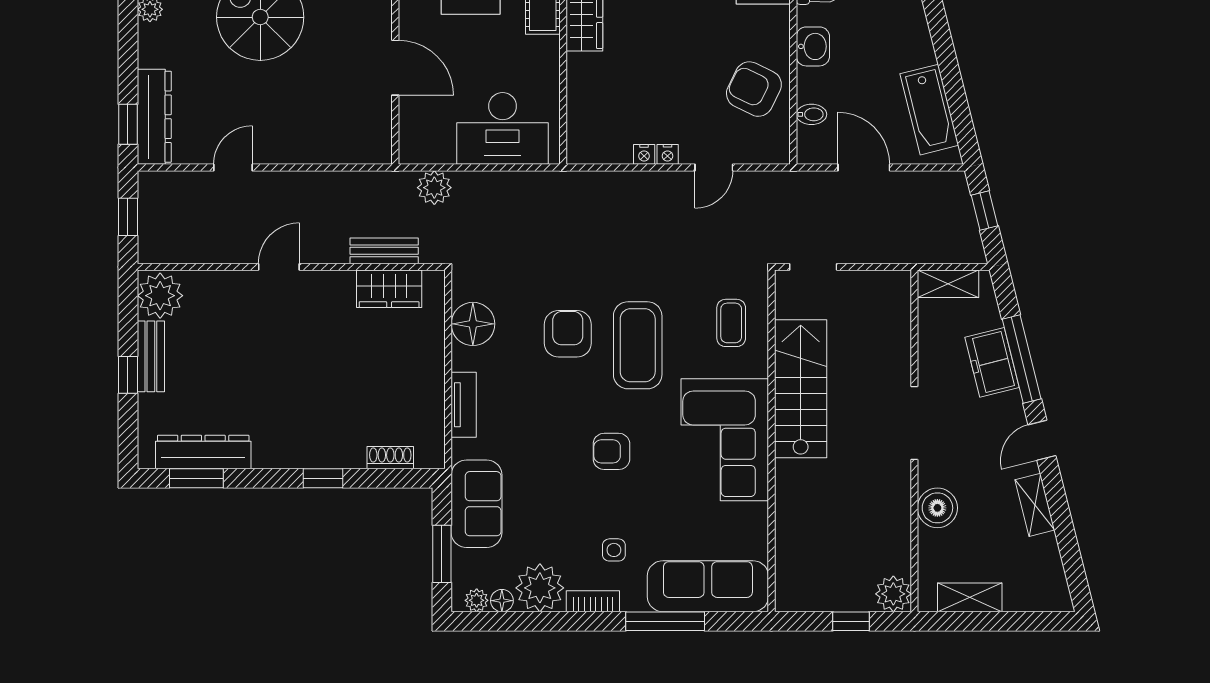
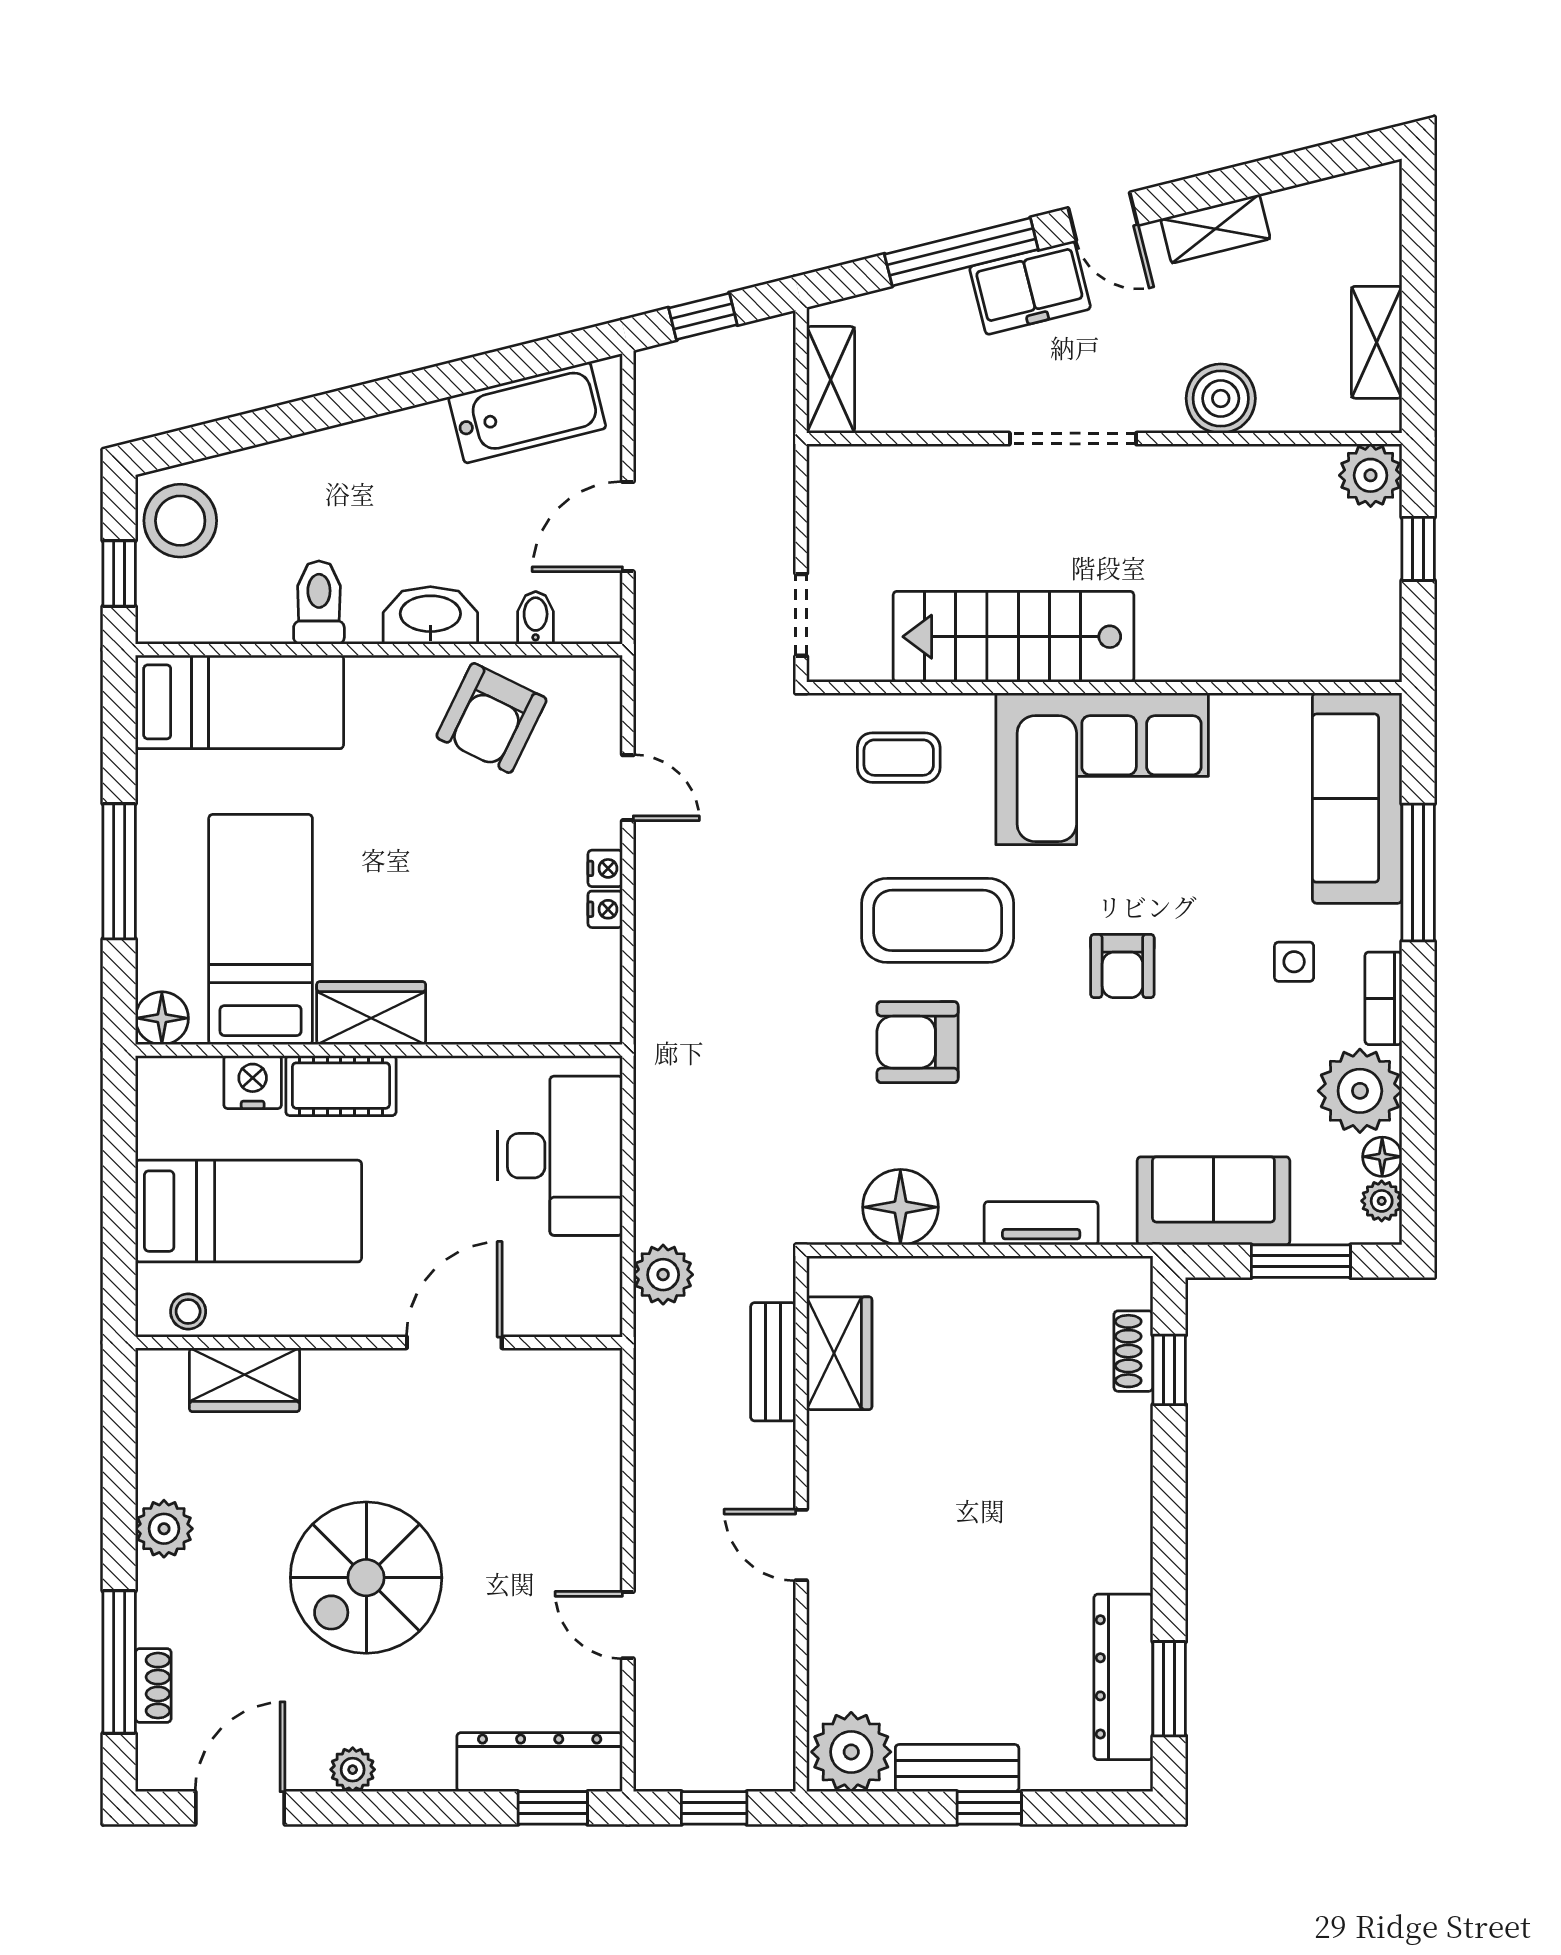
washbasin: (813, 46) -> (430, 615), width x1.38
freezer: (992, 362) -> (1030, 288), moved
window: (323, 478) -> (1169, 1370), moved

